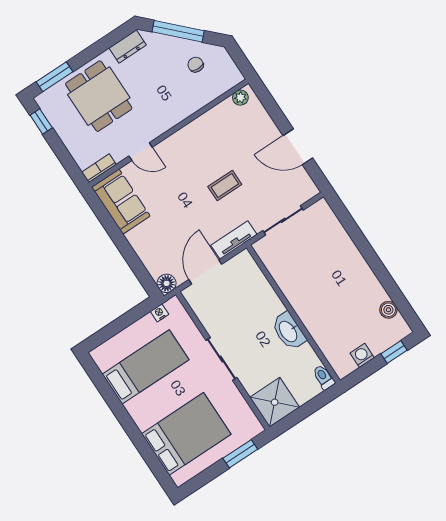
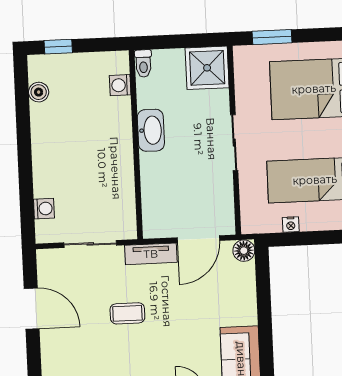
washing machine: (333, 226) -> (44, 209), added
nightstand: (159, 313) -> (291, 225), moved
washing machine: (362, 355) -> (120, 85), moved, turned 90

